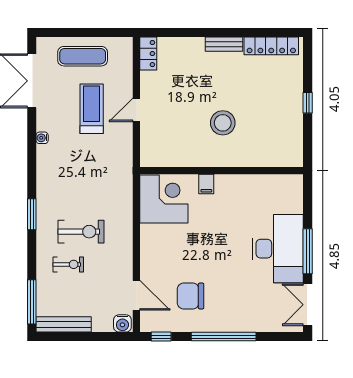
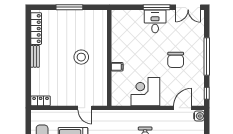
window: (308, 103) -> (69, 7), width x2.17
door: (136, 110) -> (85, 108), moved
corner desk: (164, 199) -> (145, 92), moved
desk: (278, 249) -> (155, 21), width x0.53, depth x0.77
chair: (191, 296) -> (176, 60), moved

